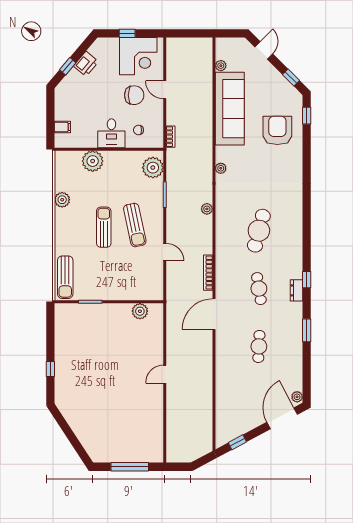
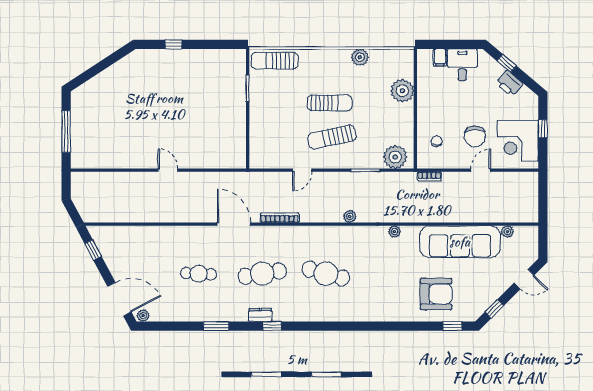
desk: (111, 133) -> (462, 65), moved, turned 90
cafe table: (259, 289) -> (262, 274), width x1.37, depth x1.35
plant: (140, 311) -> (237, 143), removed

